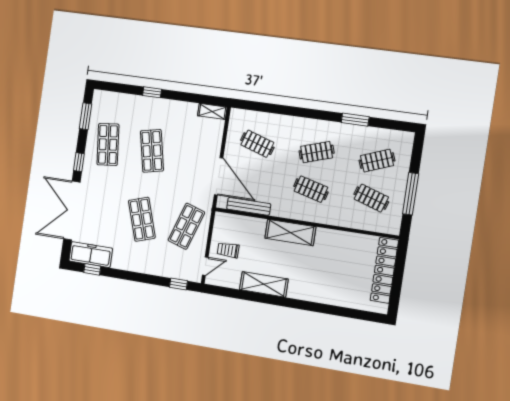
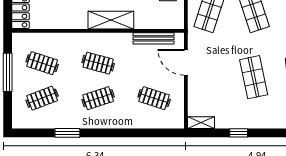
window: (152, 92) -> (239, 133), moved
door: (219, 176) -> (186, 62), width x0.73

